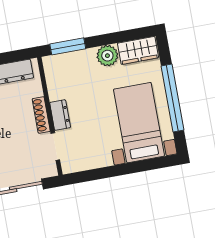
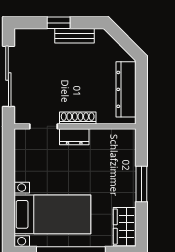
window: (68, 46) -> (141, 184), moved
plant: (107, 56) -> (125, 195), removed

